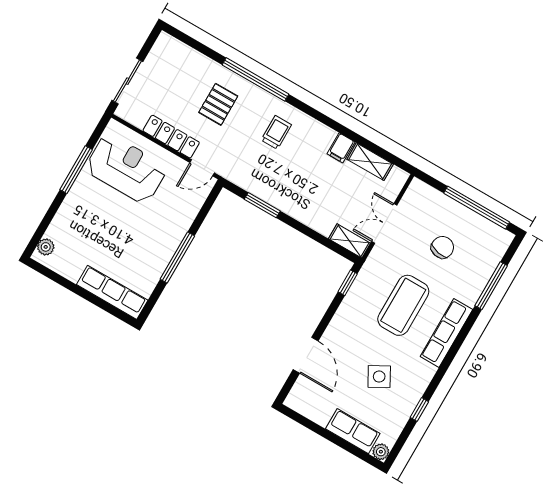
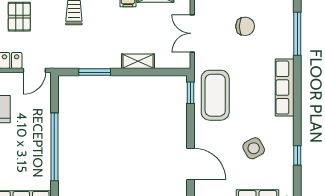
shelving: (350, 241) -> (138, 61), moved
chair: (442, 247) -> (245, 26), turned 78
window: (177, 258) -> (54, 147), width x1.46
coffee table: (403, 305) -> (215, 95), moved

